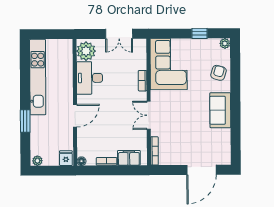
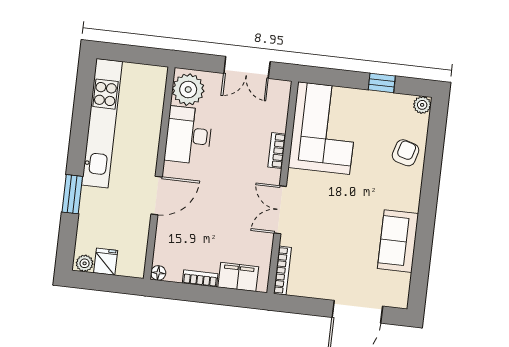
sofa: (220, 110) -> (398, 241), moved
fridge: (66, 158) -> (106, 262), moved

